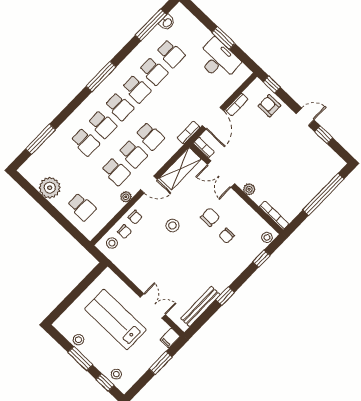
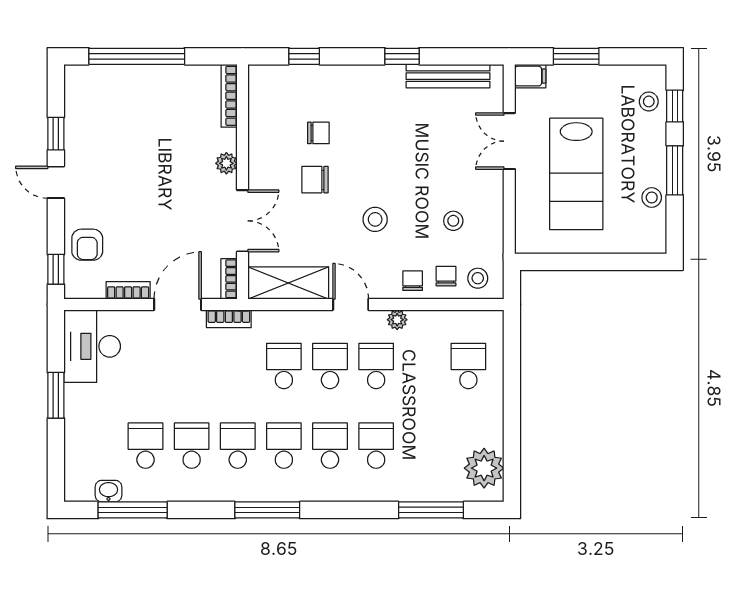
desk: (218, 60) -> (92, 346), moved
plant: (50, 188) -> (484, 468), moved
stool: (267, 237) -> (453, 221), moved

